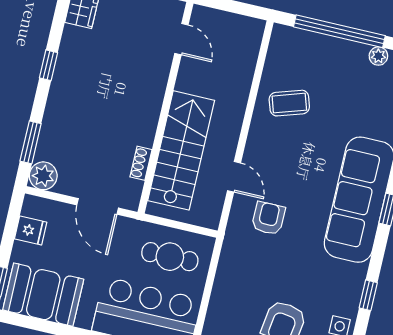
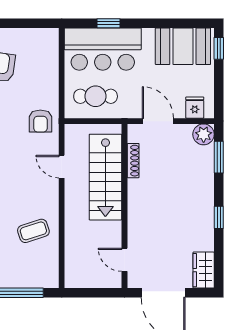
shoe rack: (141, 163) -> (133, 161), width x1.43
armchair: (268, 218) -> (40, 121), moved
fridge: (31, 230) -> (195, 108), moved, turned 90

